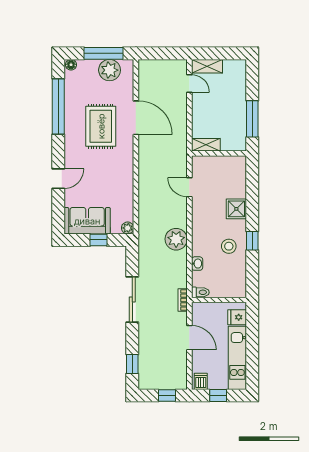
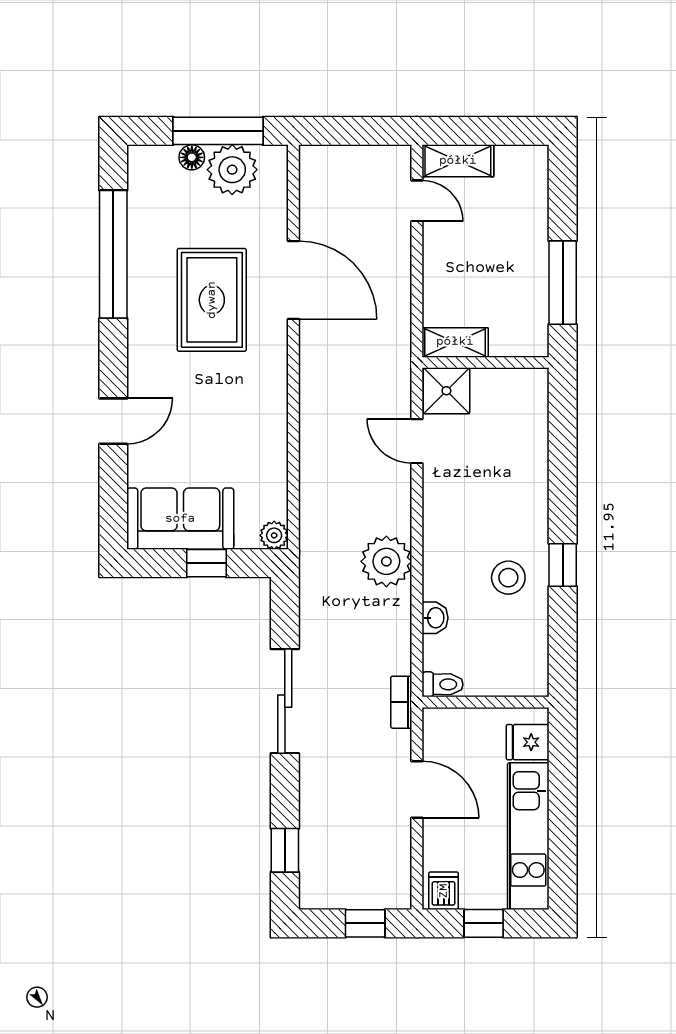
floor lamp: (71, 65) -> (192, 157), moved
shower: (236, 209) -> (446, 391), moved

